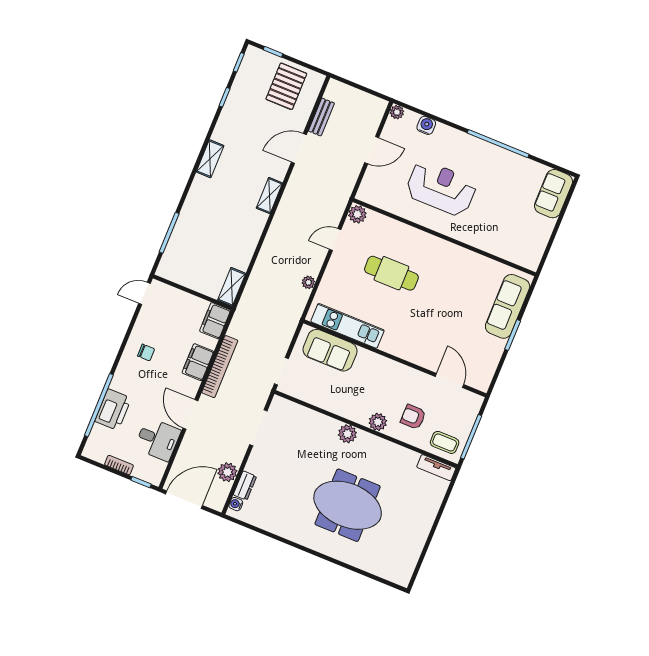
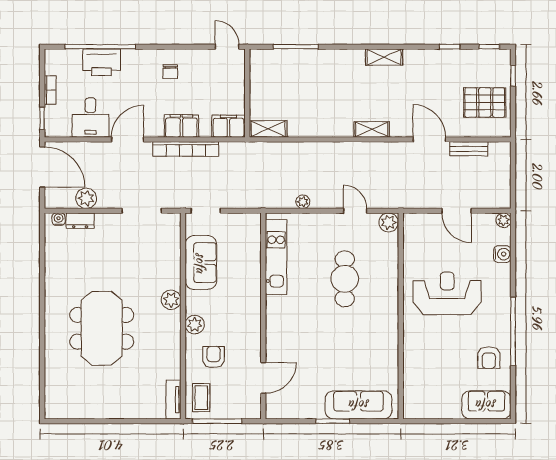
armchair: (513, 175) -> (489, 358), added
reception desk: (441, 188) -> (447, 293), turned -90
sofa: (330, 350) -> (201, 263), moved, turned 180

